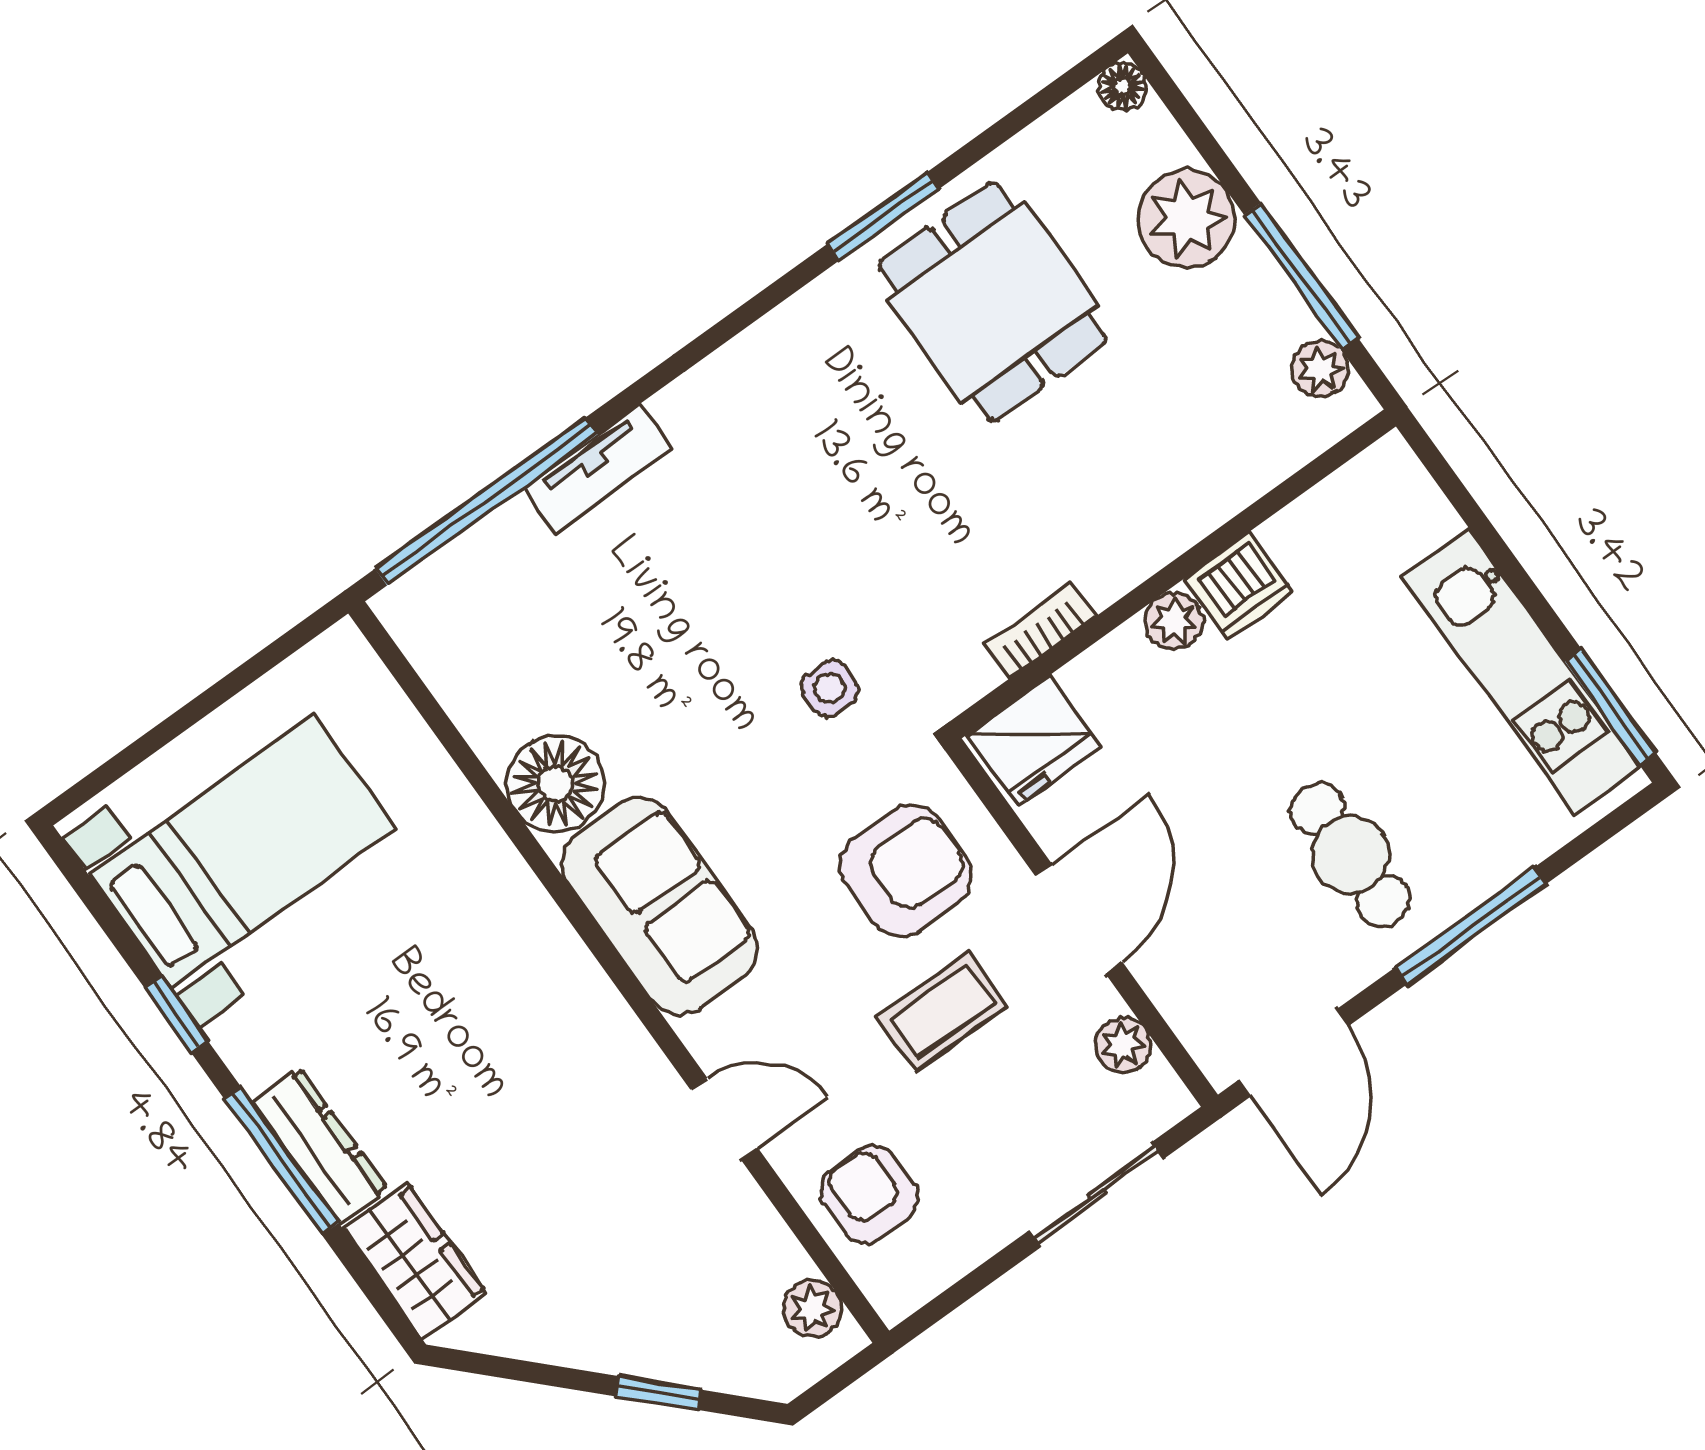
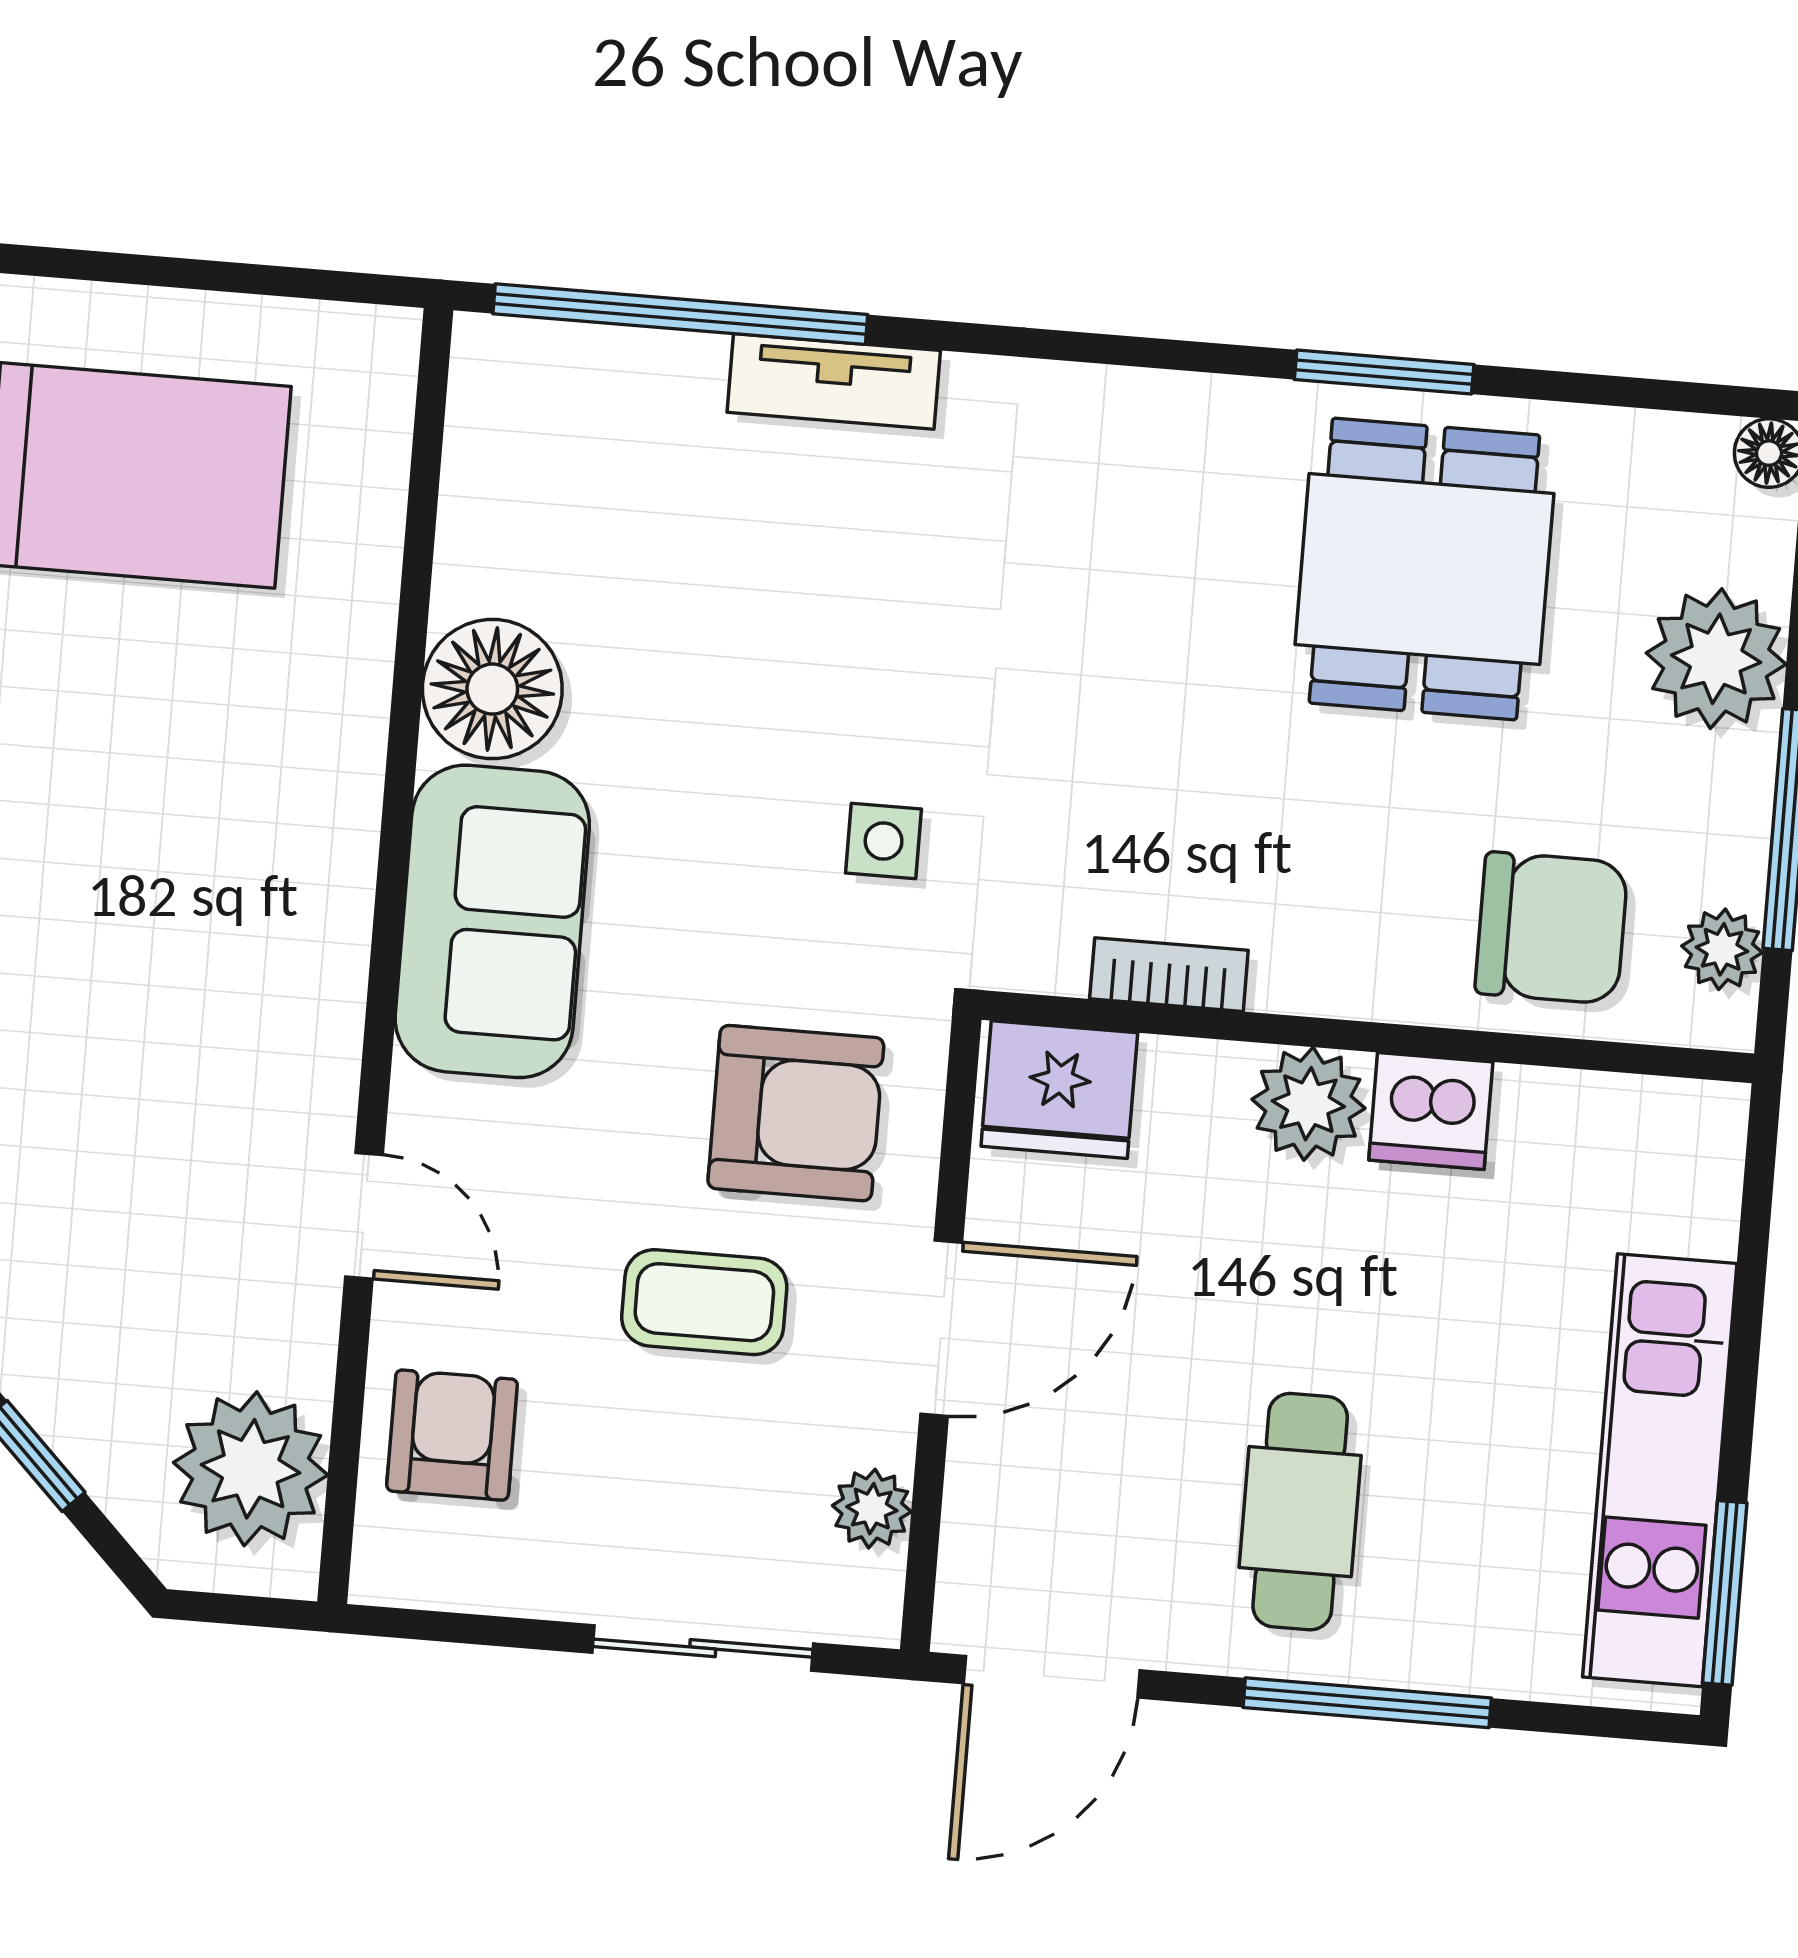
chair: (1221, 434) -> (1551, 928), added
plant: (1174, 621) -> (1308, 1104), width x1.38, depth x1.38
plant: (813, 1309) -> (251, 1469), width x1.87, depth x1.87

